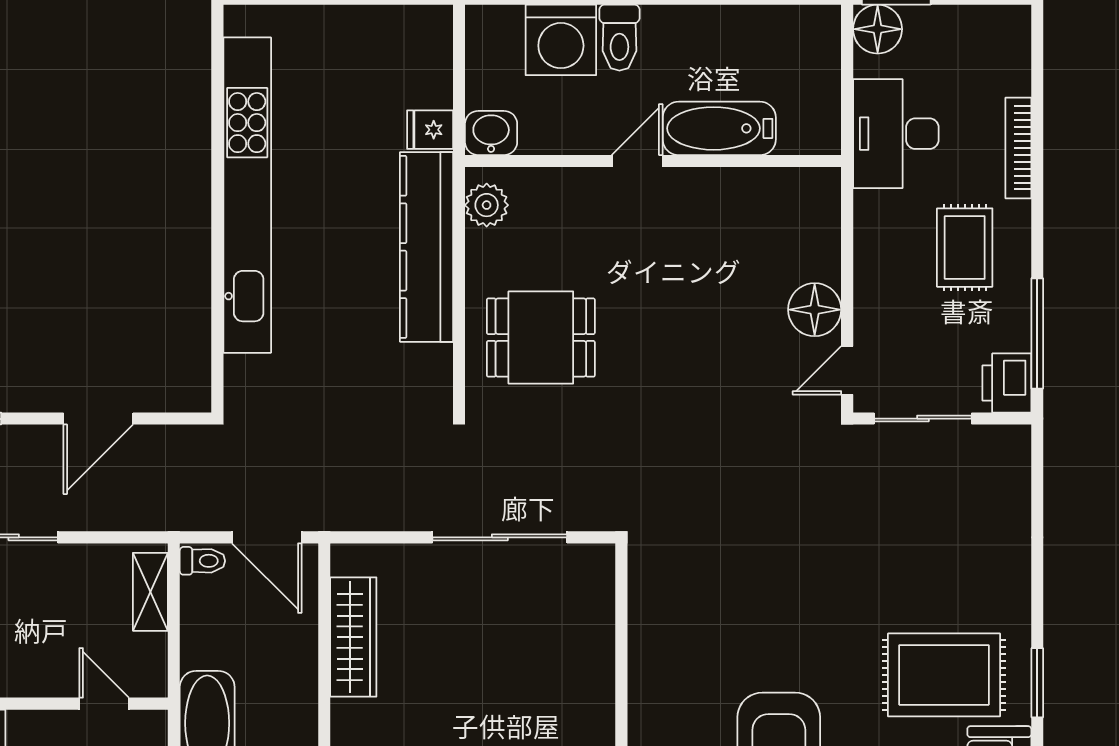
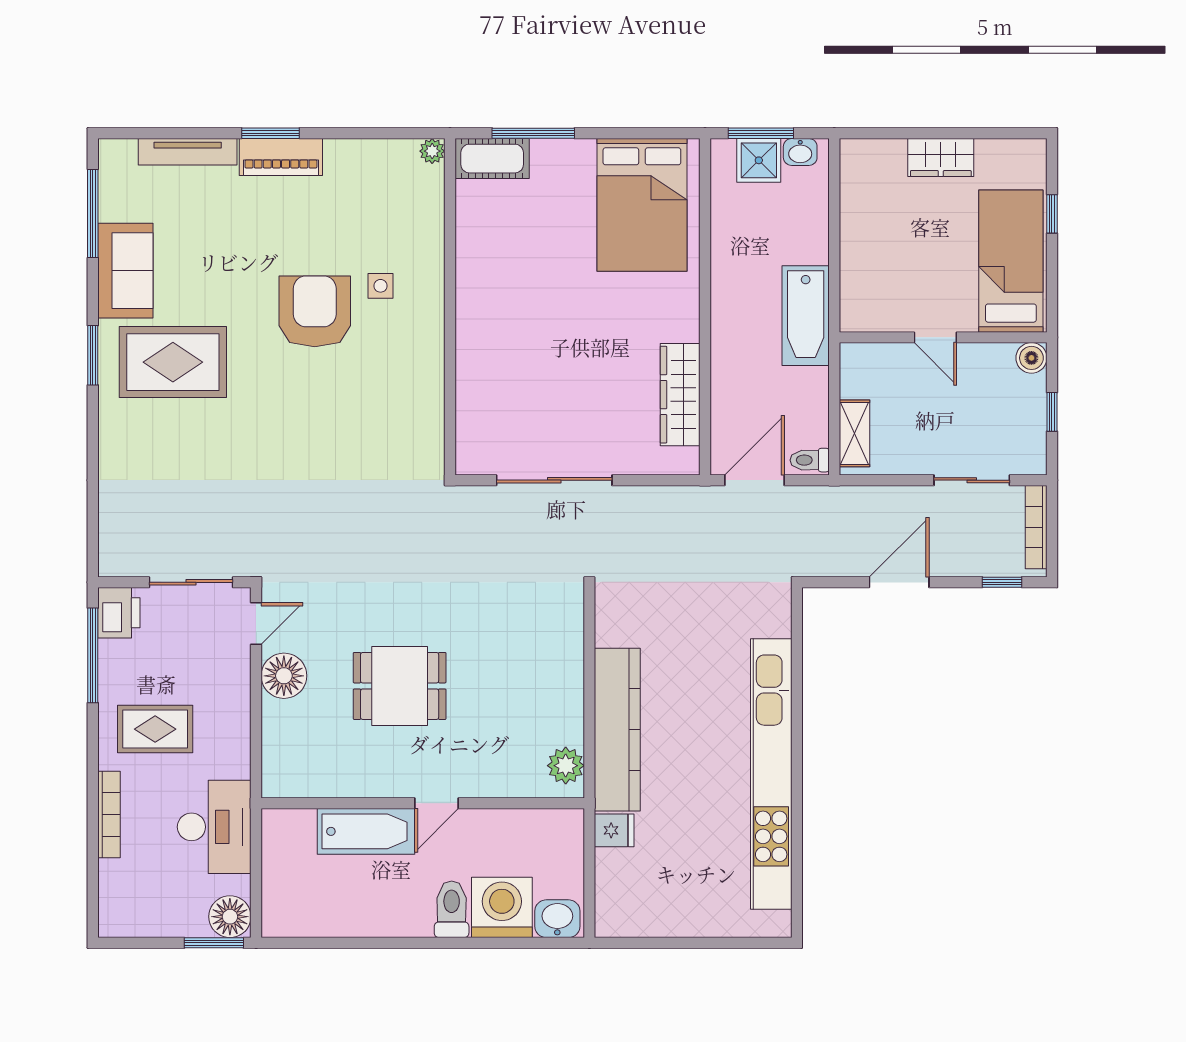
washbasin: (491, 133) -> (557, 919), moved, turned 180
rug: (965, 248) -> (155, 729), turned 90
dining table: (541, 338) -> (400, 686), moved
door: (267, 537) -> (754, 480), hinge flipped
door: (104, 704) -> (935, 337), moved

